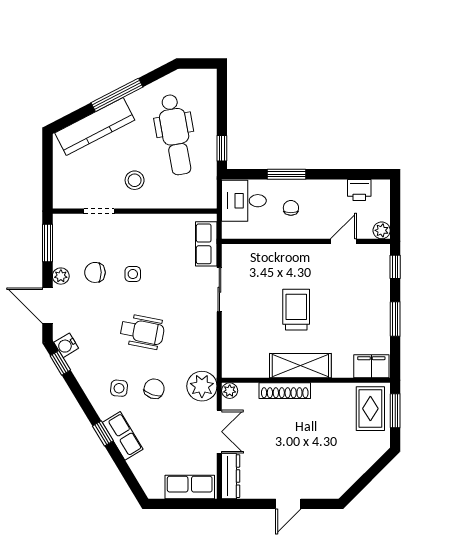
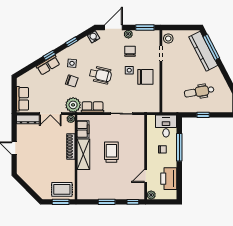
window: (117, 95) -> (211, 47), moved
dental chair: (175, 135) -> (199, 92), width x0.73, depth x0.72
window: (222, 148) -> (203, 115), moved
window: (286, 174) -> (179, 147), width x1.44
stool: (135, 180) -> (168, 39), moved
printer: (359, 190) -> (169, 179), width x1.87, depth x1.48
door: (343, 241) -> (146, 176), swing flipped
chair: (146, 242) -> (145, 77), added
row of seats: (206, 244) -> (93, 107), moved
trolley: (296, 310) -> (111, 152), turned -90
wheelchair: (142, 332) -> (100, 75), turned -88
window: (60, 363) -> (72, 42), moved
filing cabinet: (371, 366) -> (83, 129), moved

